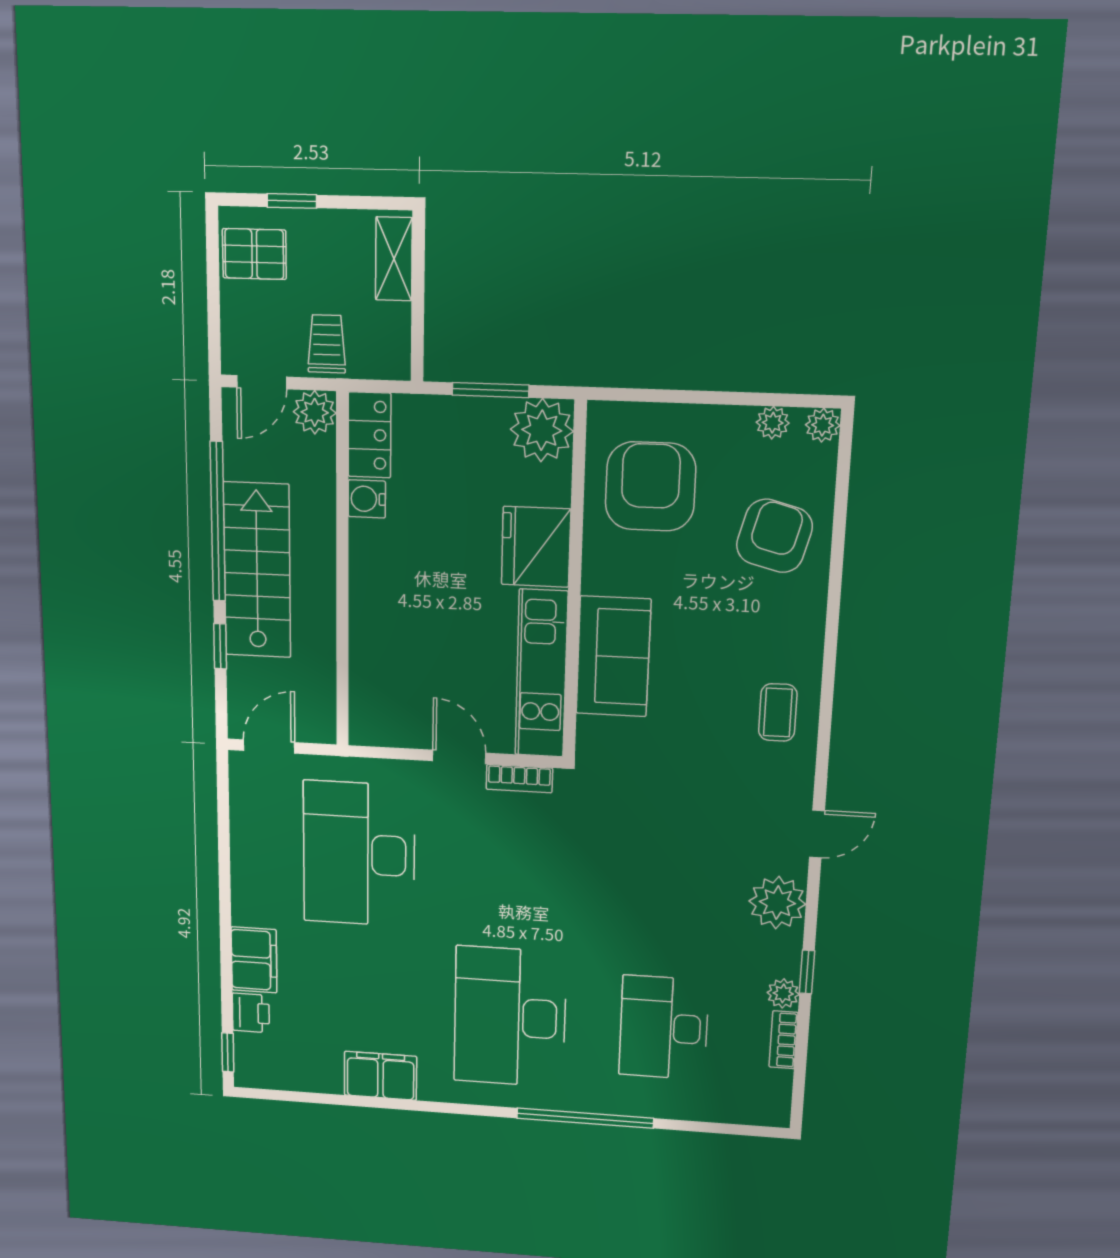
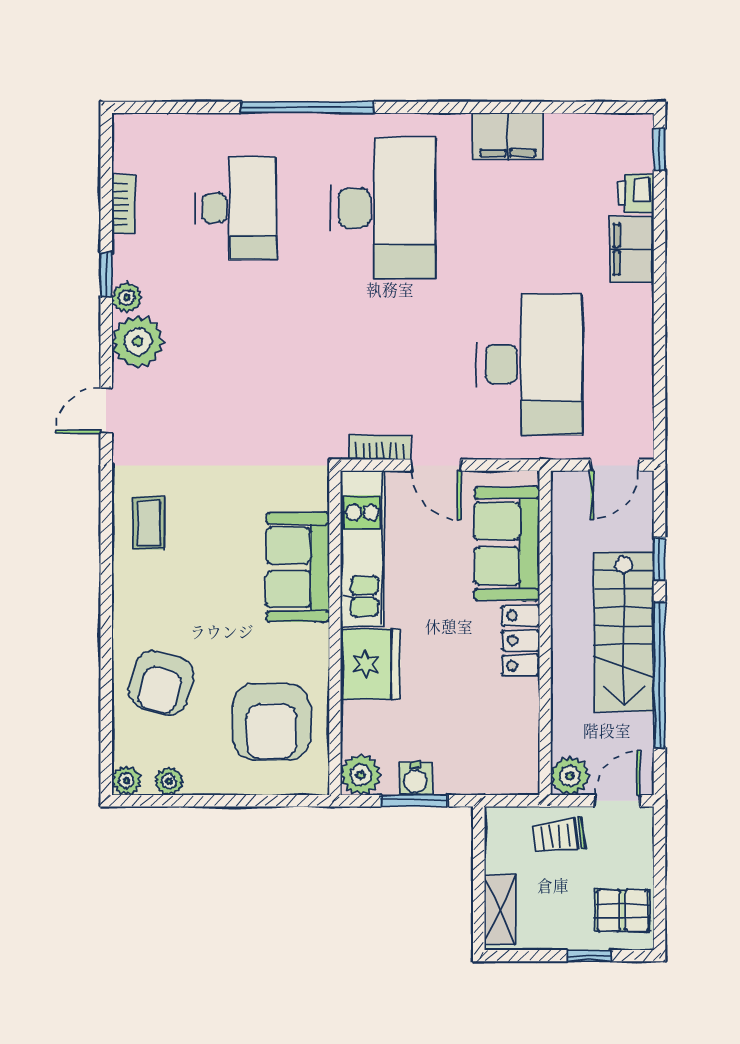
trolley: (327, 344) -> (559, 836), turned 83
plant: (542, 430) -> (361, 775), width x0.73, depth x0.73
locker: (369, 435) -> (521, 641), moved
water cooler: (367, 499) -> (415, 779), moved, turned 90
sofa: (384, 671) -> (507, 544), added
plant: (783, 993) -> (127, 298), moved

